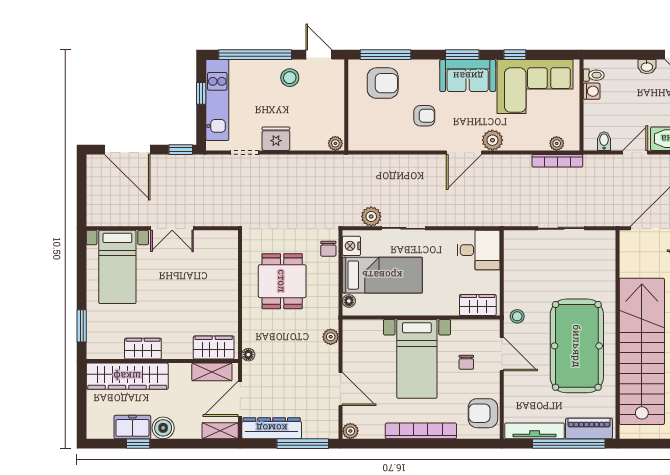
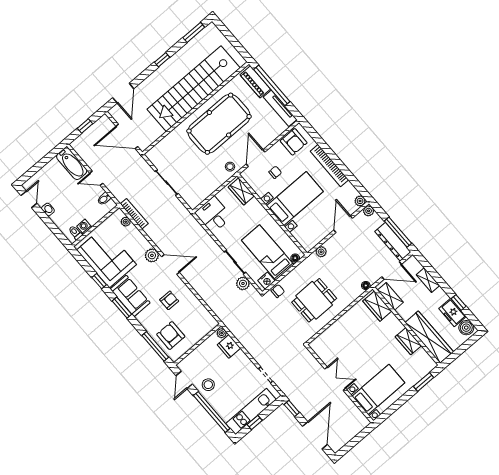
armchair: (424, 116) -> (169, 300), turned 90
fridge: (276, 139) -> (229, 346), moved
boiler: (163, 428) -> (466, 328), moved
shelving: (220, 431) -> (428, 280), moved
plant: (331, 431) -> (369, 211), added
window: (303, 444) -> (398, 232), moved

